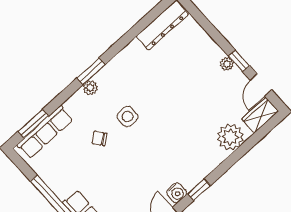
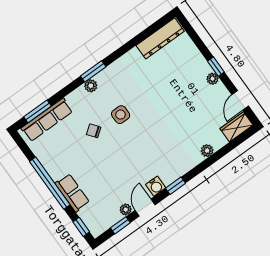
window: (239, 61) -> (216, 67), moved
plant: (230, 137) -> (207, 151), width x0.53, depth x0.53

